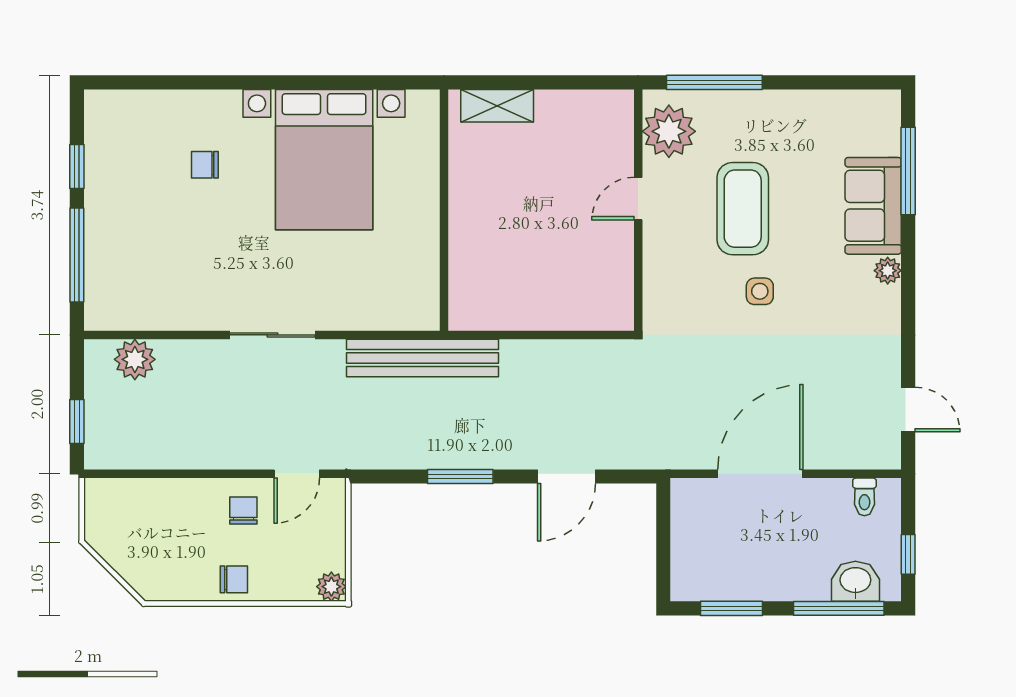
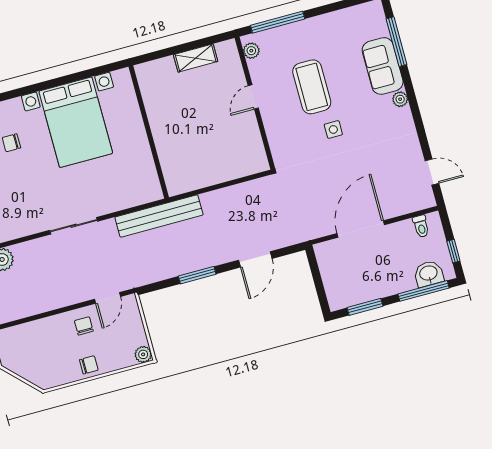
shelving: (497, 106) -> (196, 58), moved
plant: (669, 131) -> (251, 51), width x0.53, depth x0.53

